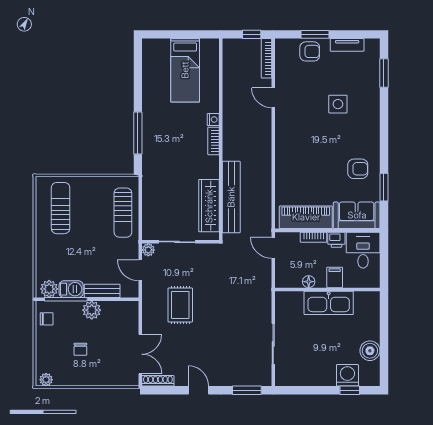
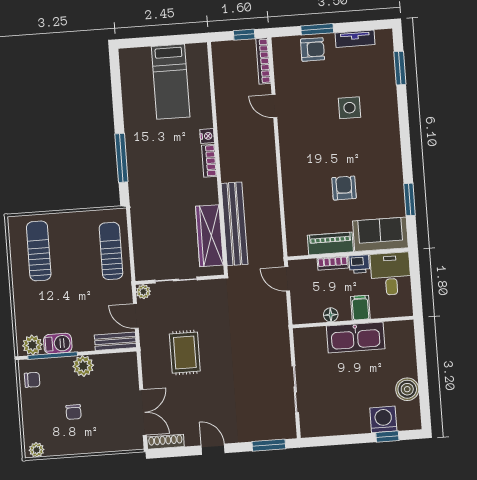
armchair: (358, 169) -> (344, 188), moved, turned -90
sun lounger: (123, 213) -> (111, 251), turned 180
piano: (306, 217) -> (330, 244), width x0.73, depth x0.75
bench: (102, 291) -> (115, 341), moved

